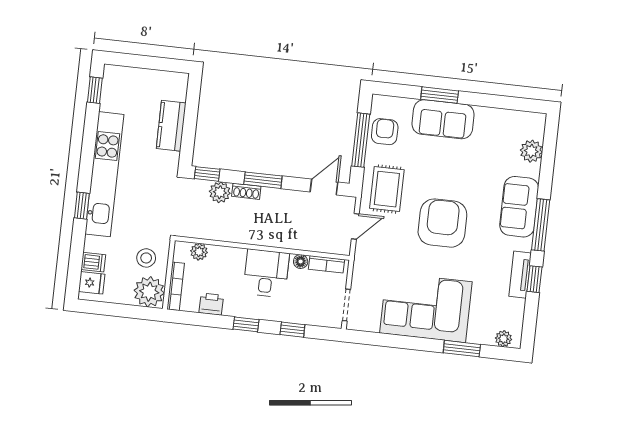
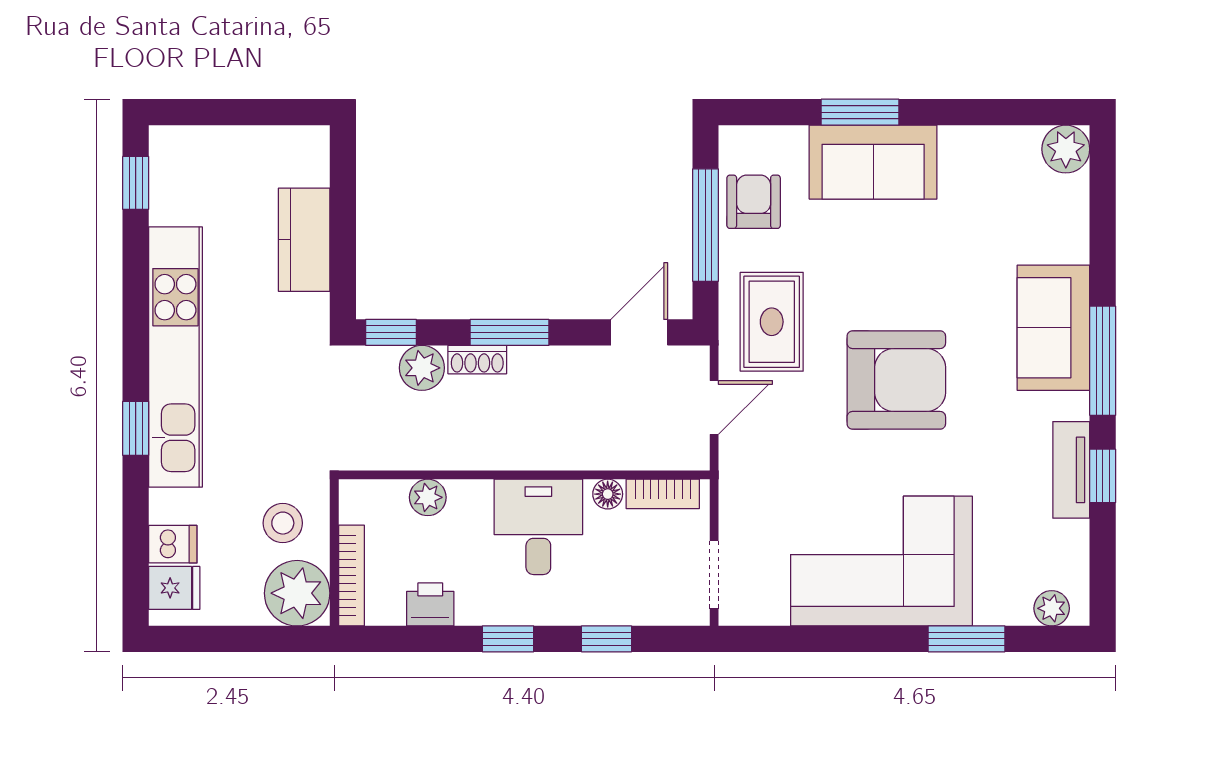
plant: (531, 151) -> (1066, 149), moved
armchair: (442, 223) -> (896, 380), turned 90
plant: (199, 252) -> (428, 497), moved

